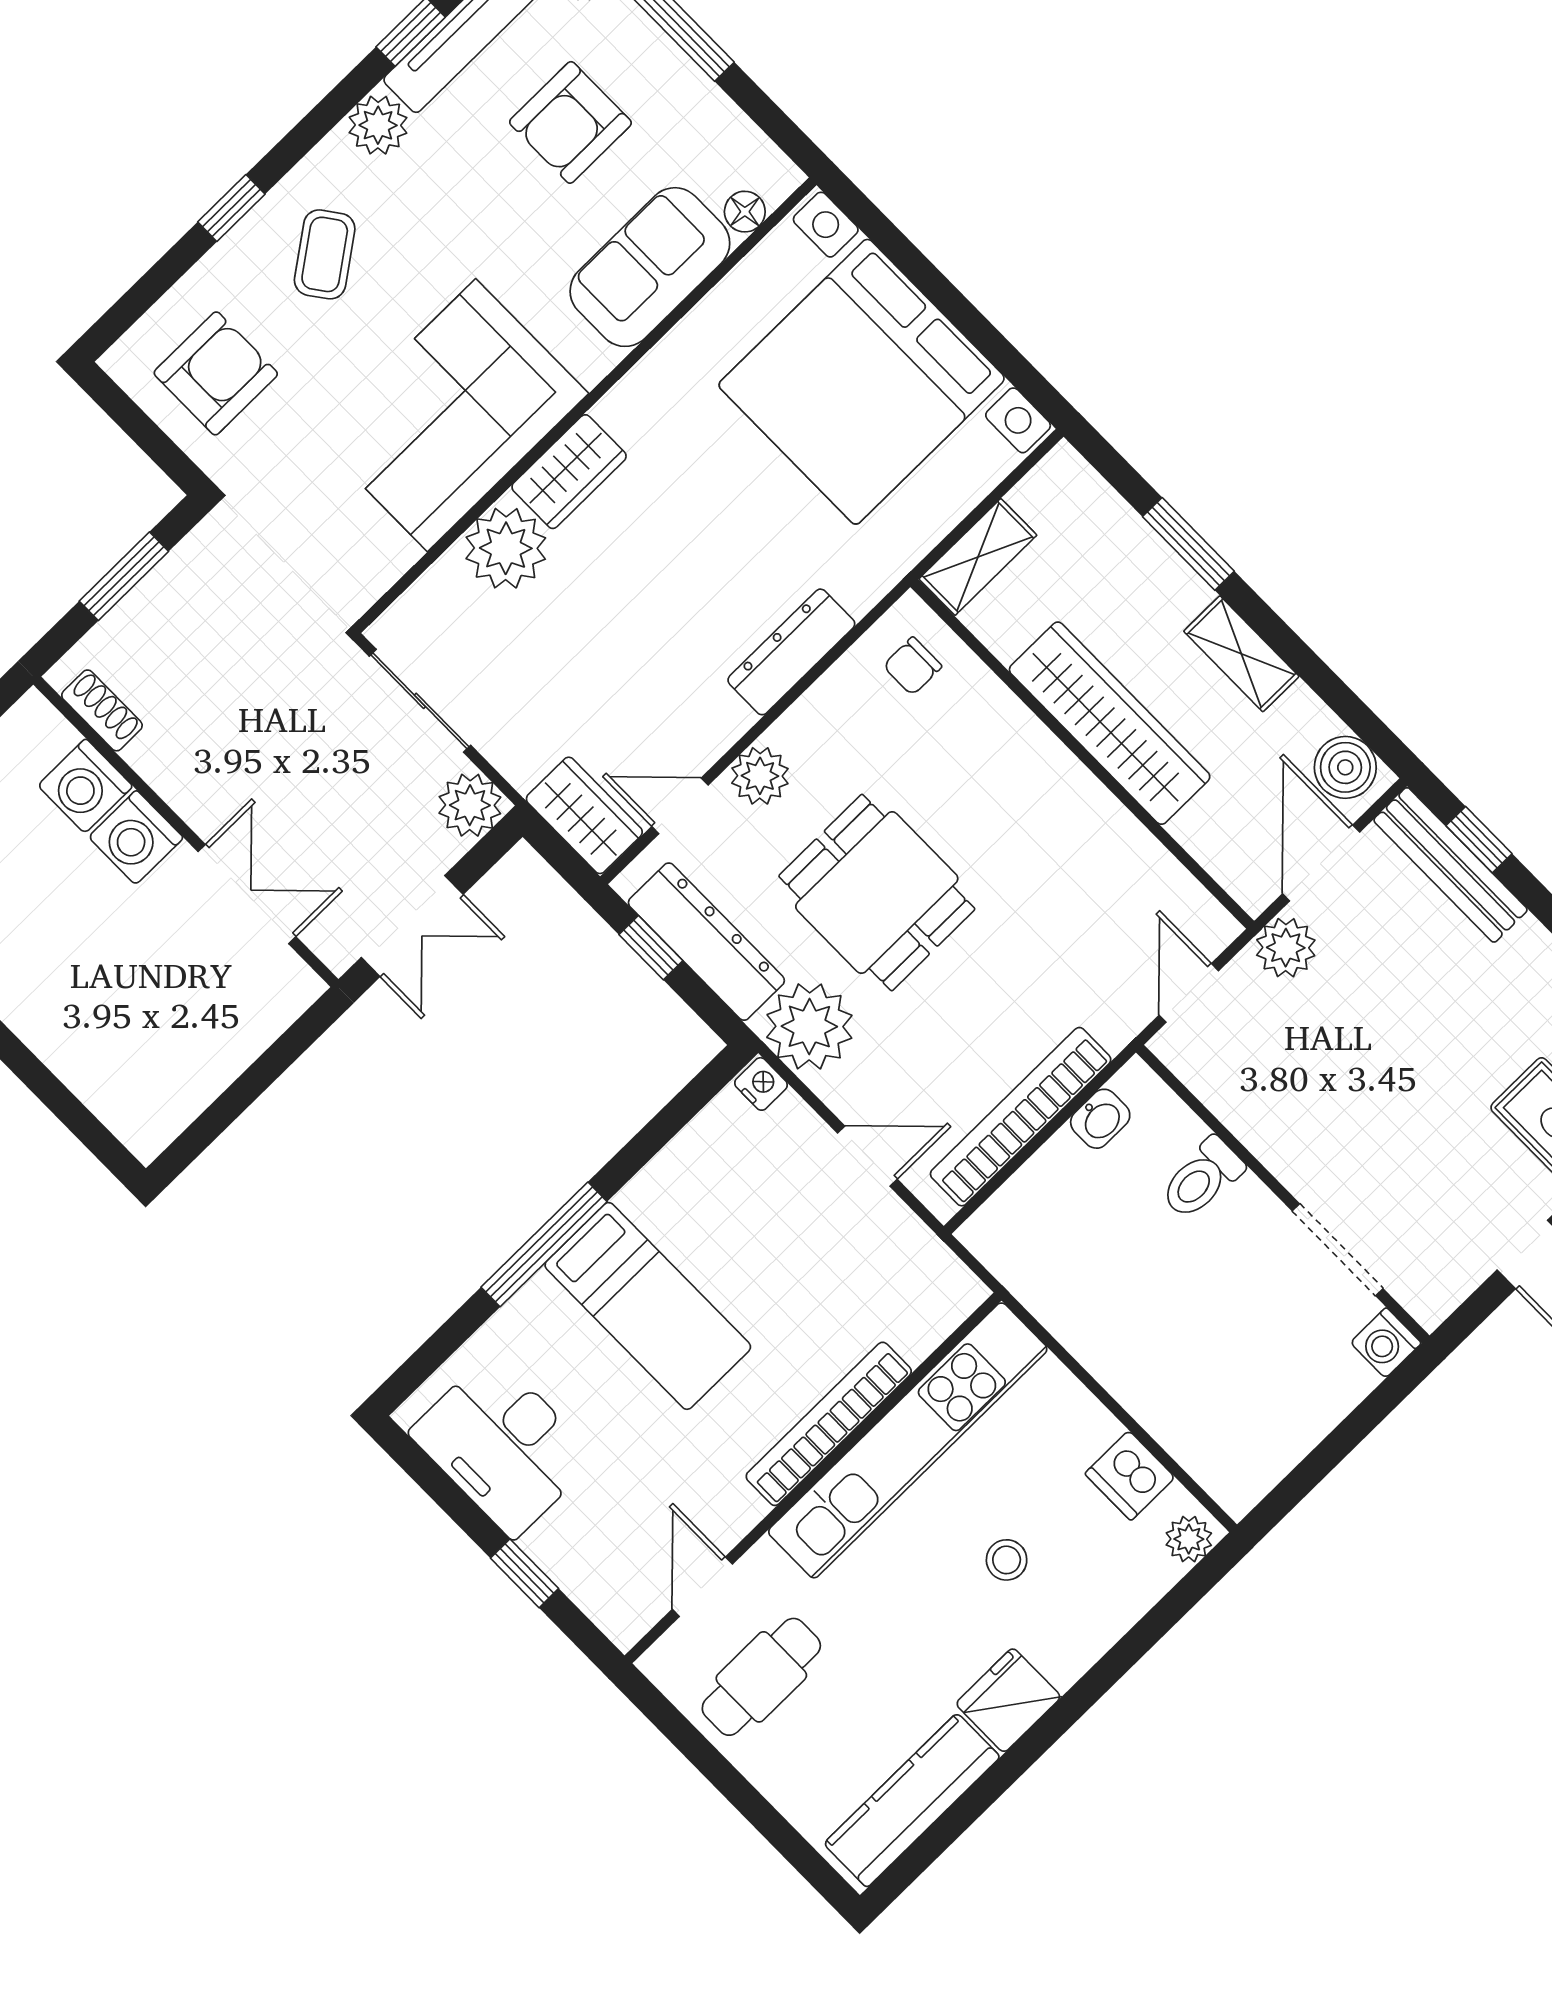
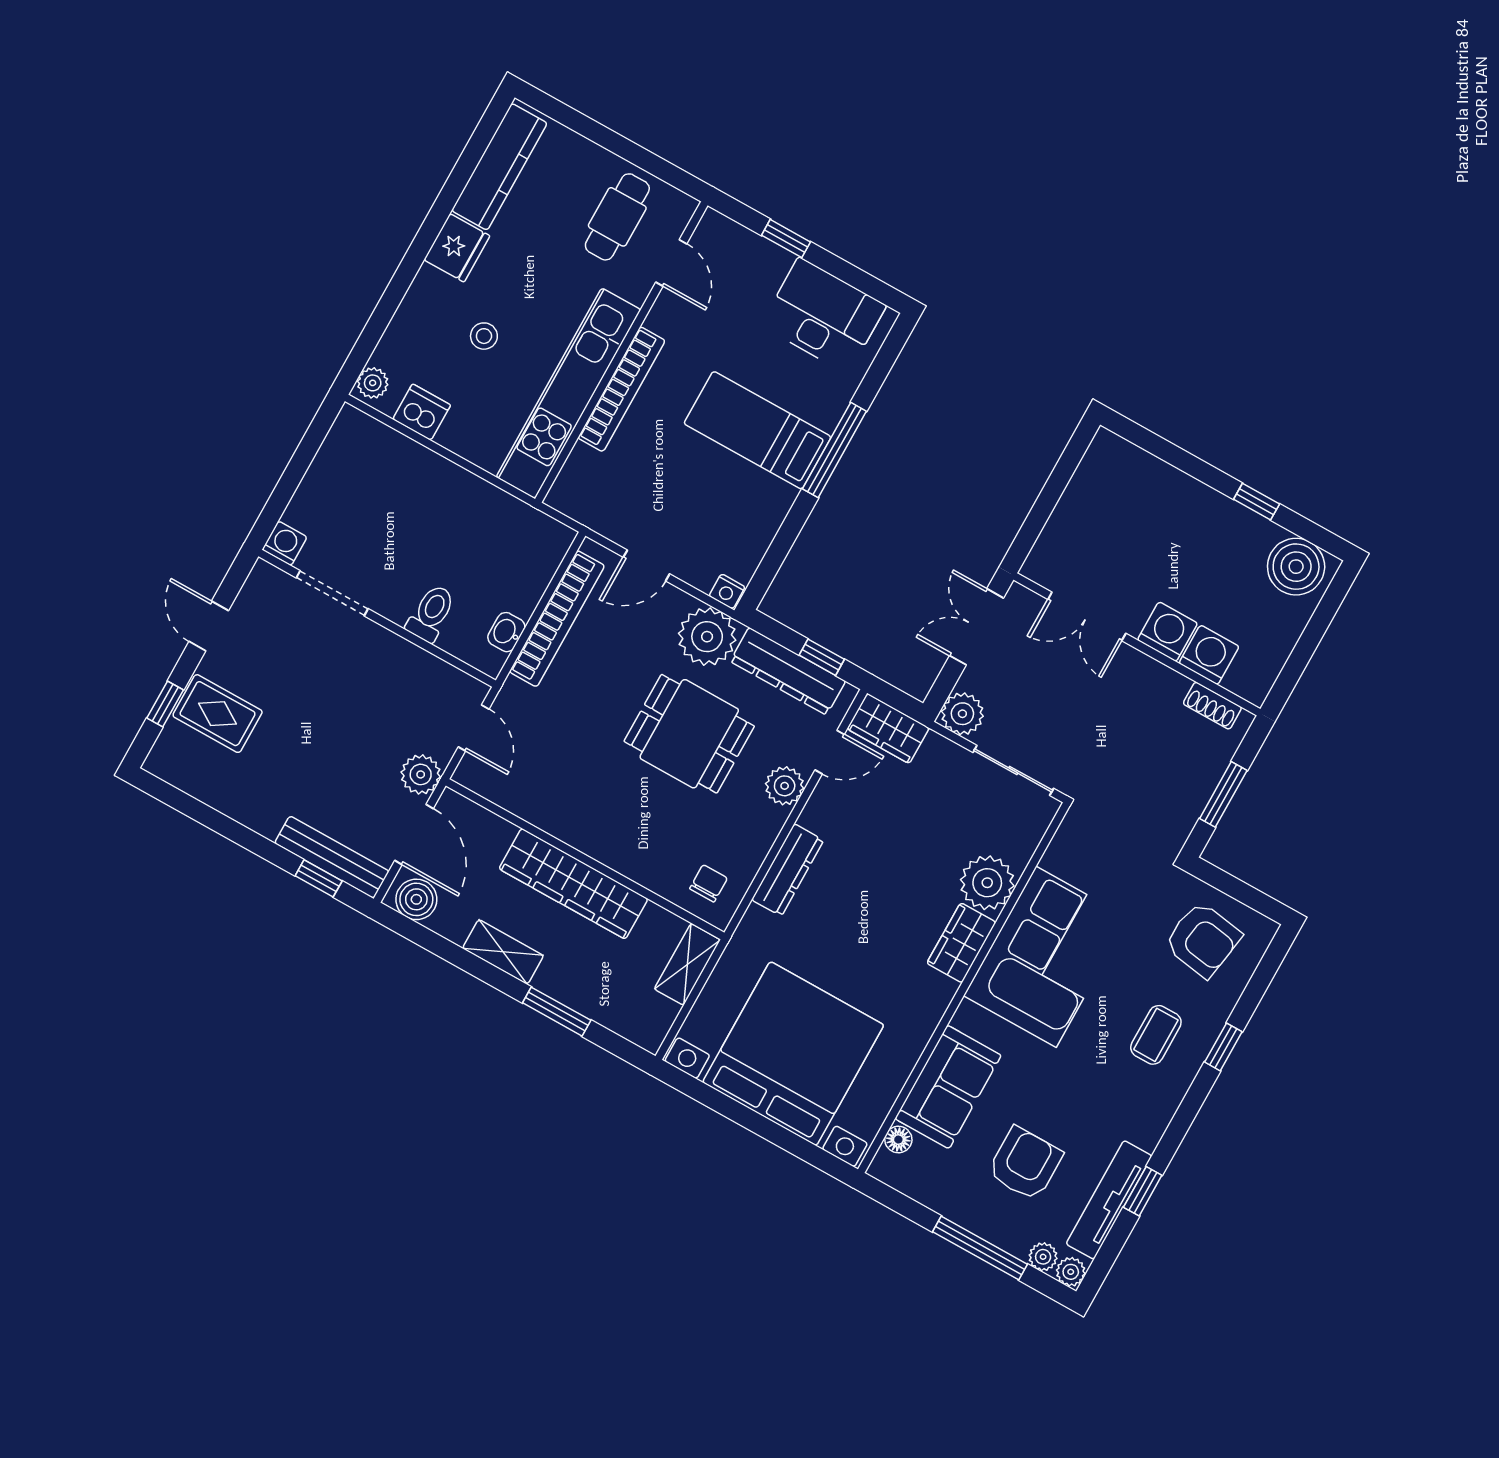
plant: (378, 125) -> (1146, 1126), removed
coffee table: (325, 254) -> (1156, 1035), turned 36
armchair: (216, 373) -> (1203, 940), turned -81

